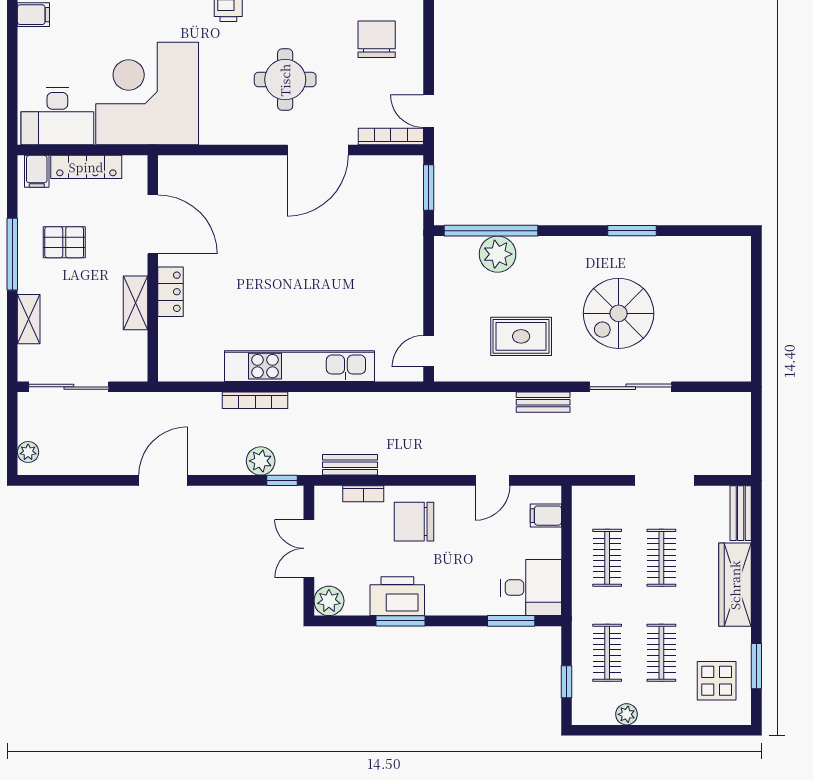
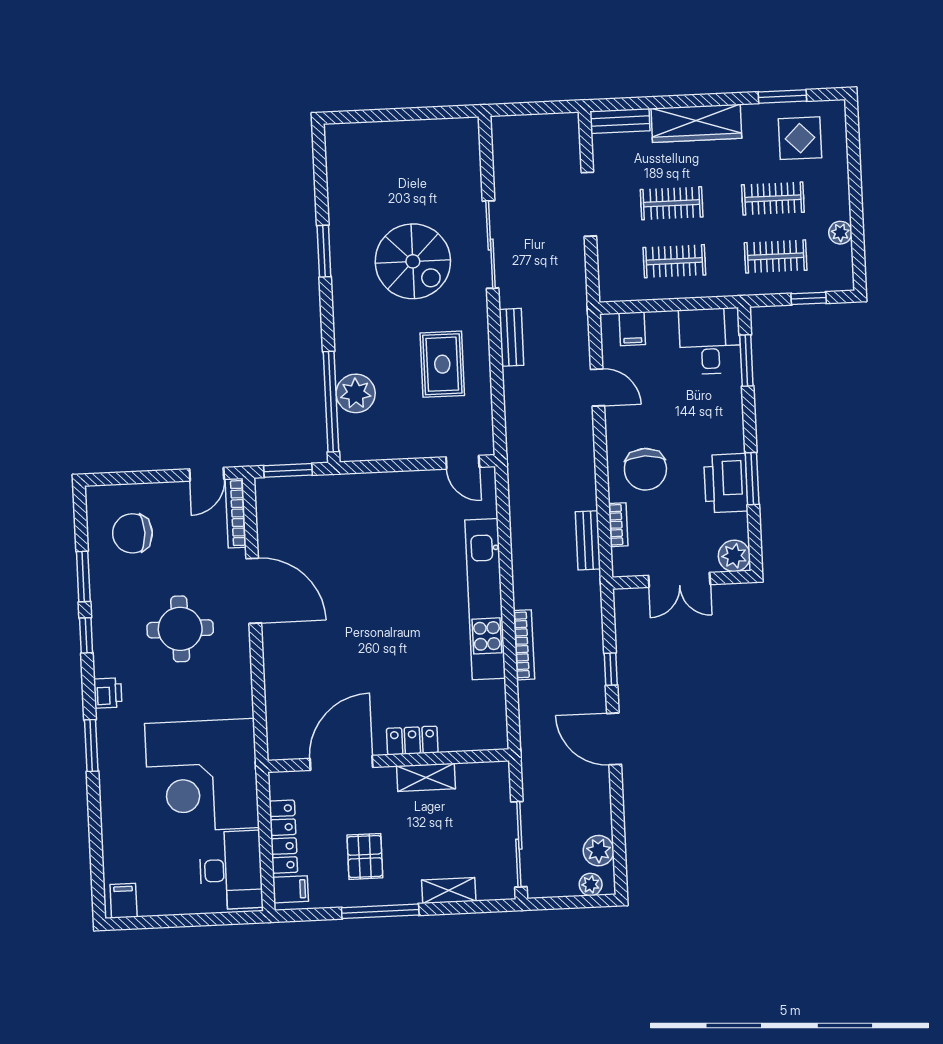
plant: (261, 461) -> (599, 851), moved
window: (282, 480) -> (611, 669), moved

